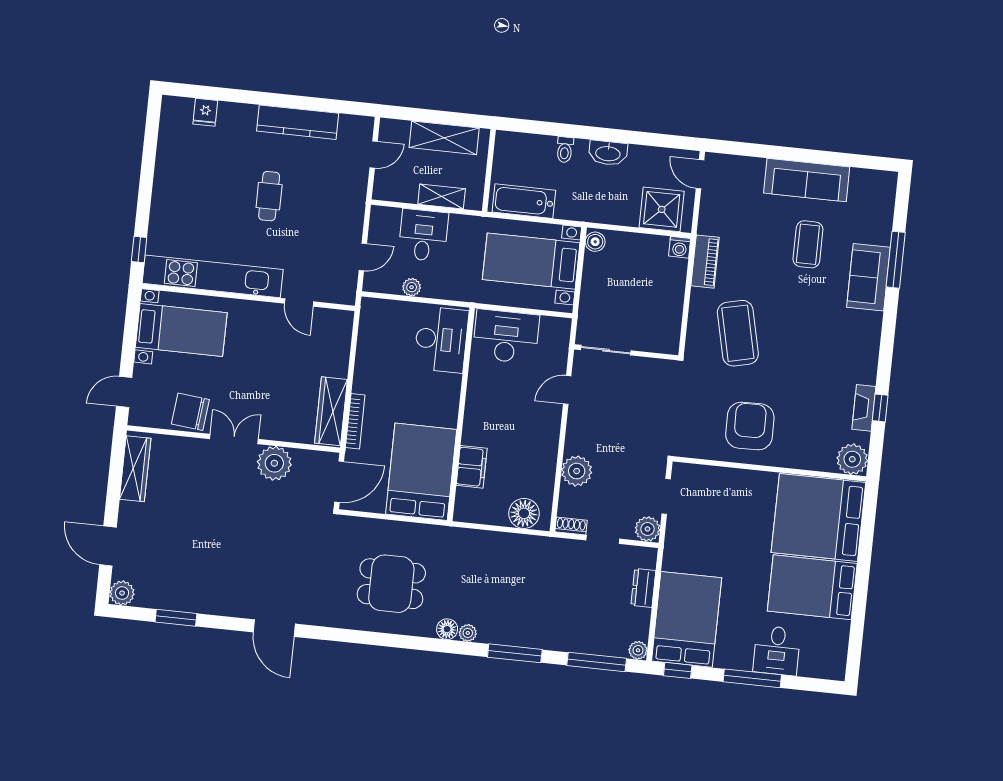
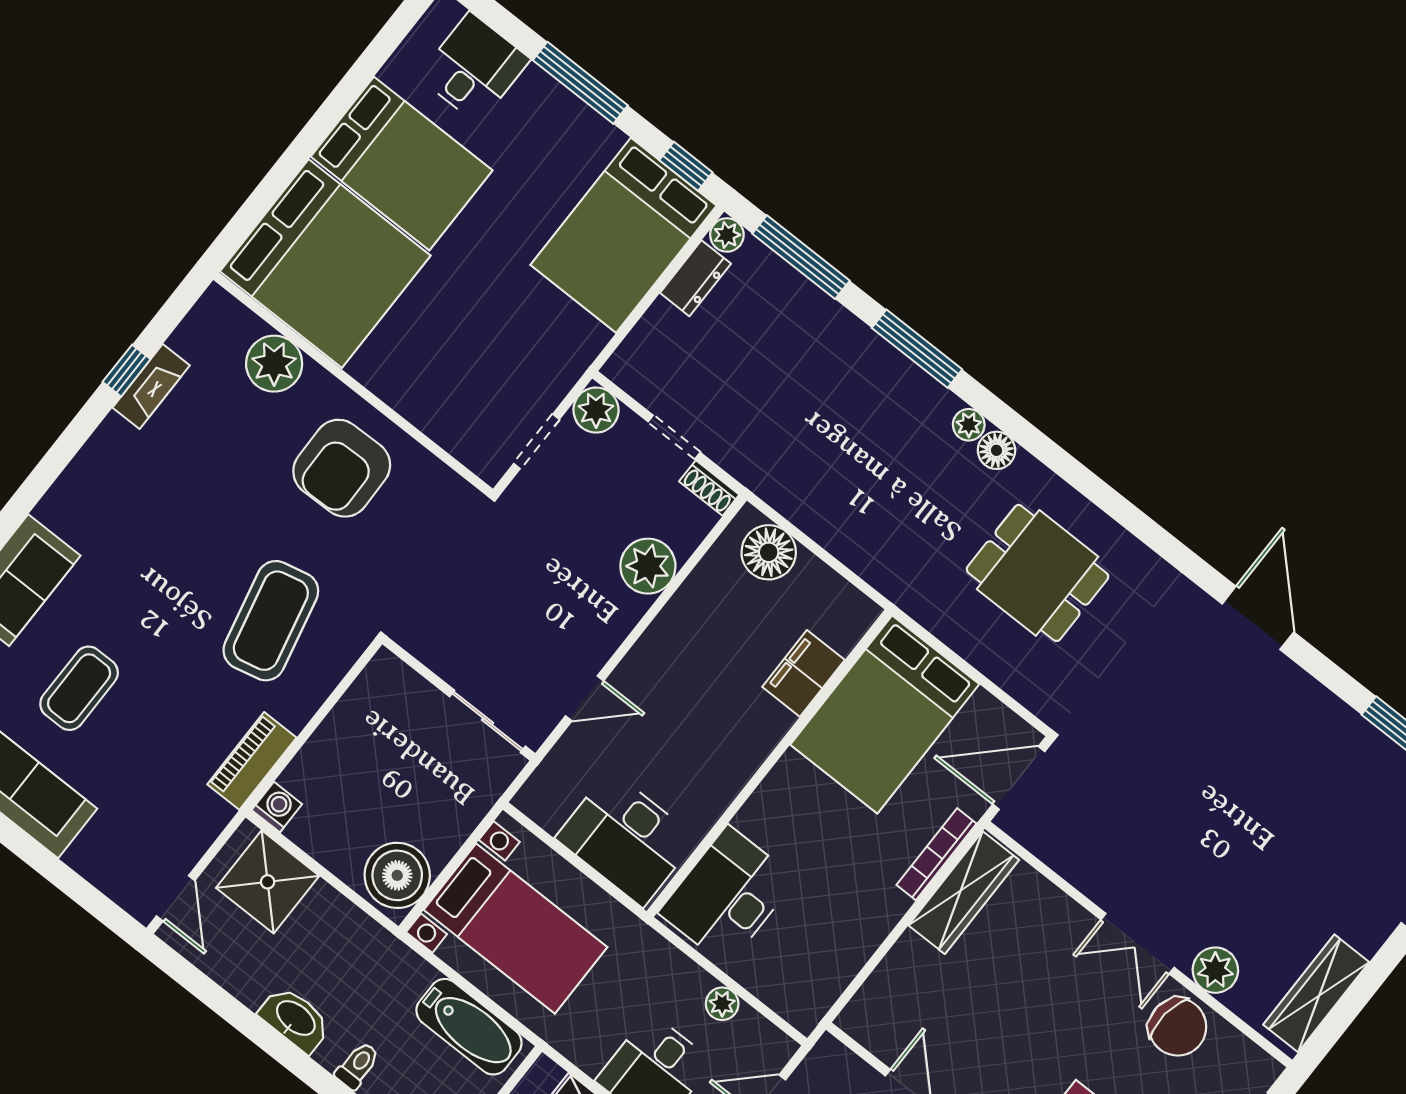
boiler: (595, 242) -> (397, 875), width x1.86, depth x1.86
plant: (852, 459) -> (274, 364), moved
plant: (274, 463) -> (1215, 970), moved, width x0.73, depth x0.73
dresser: (643, 588) -> (695, 278), moved
desk: (777, 651) -> (474, 68), moved

